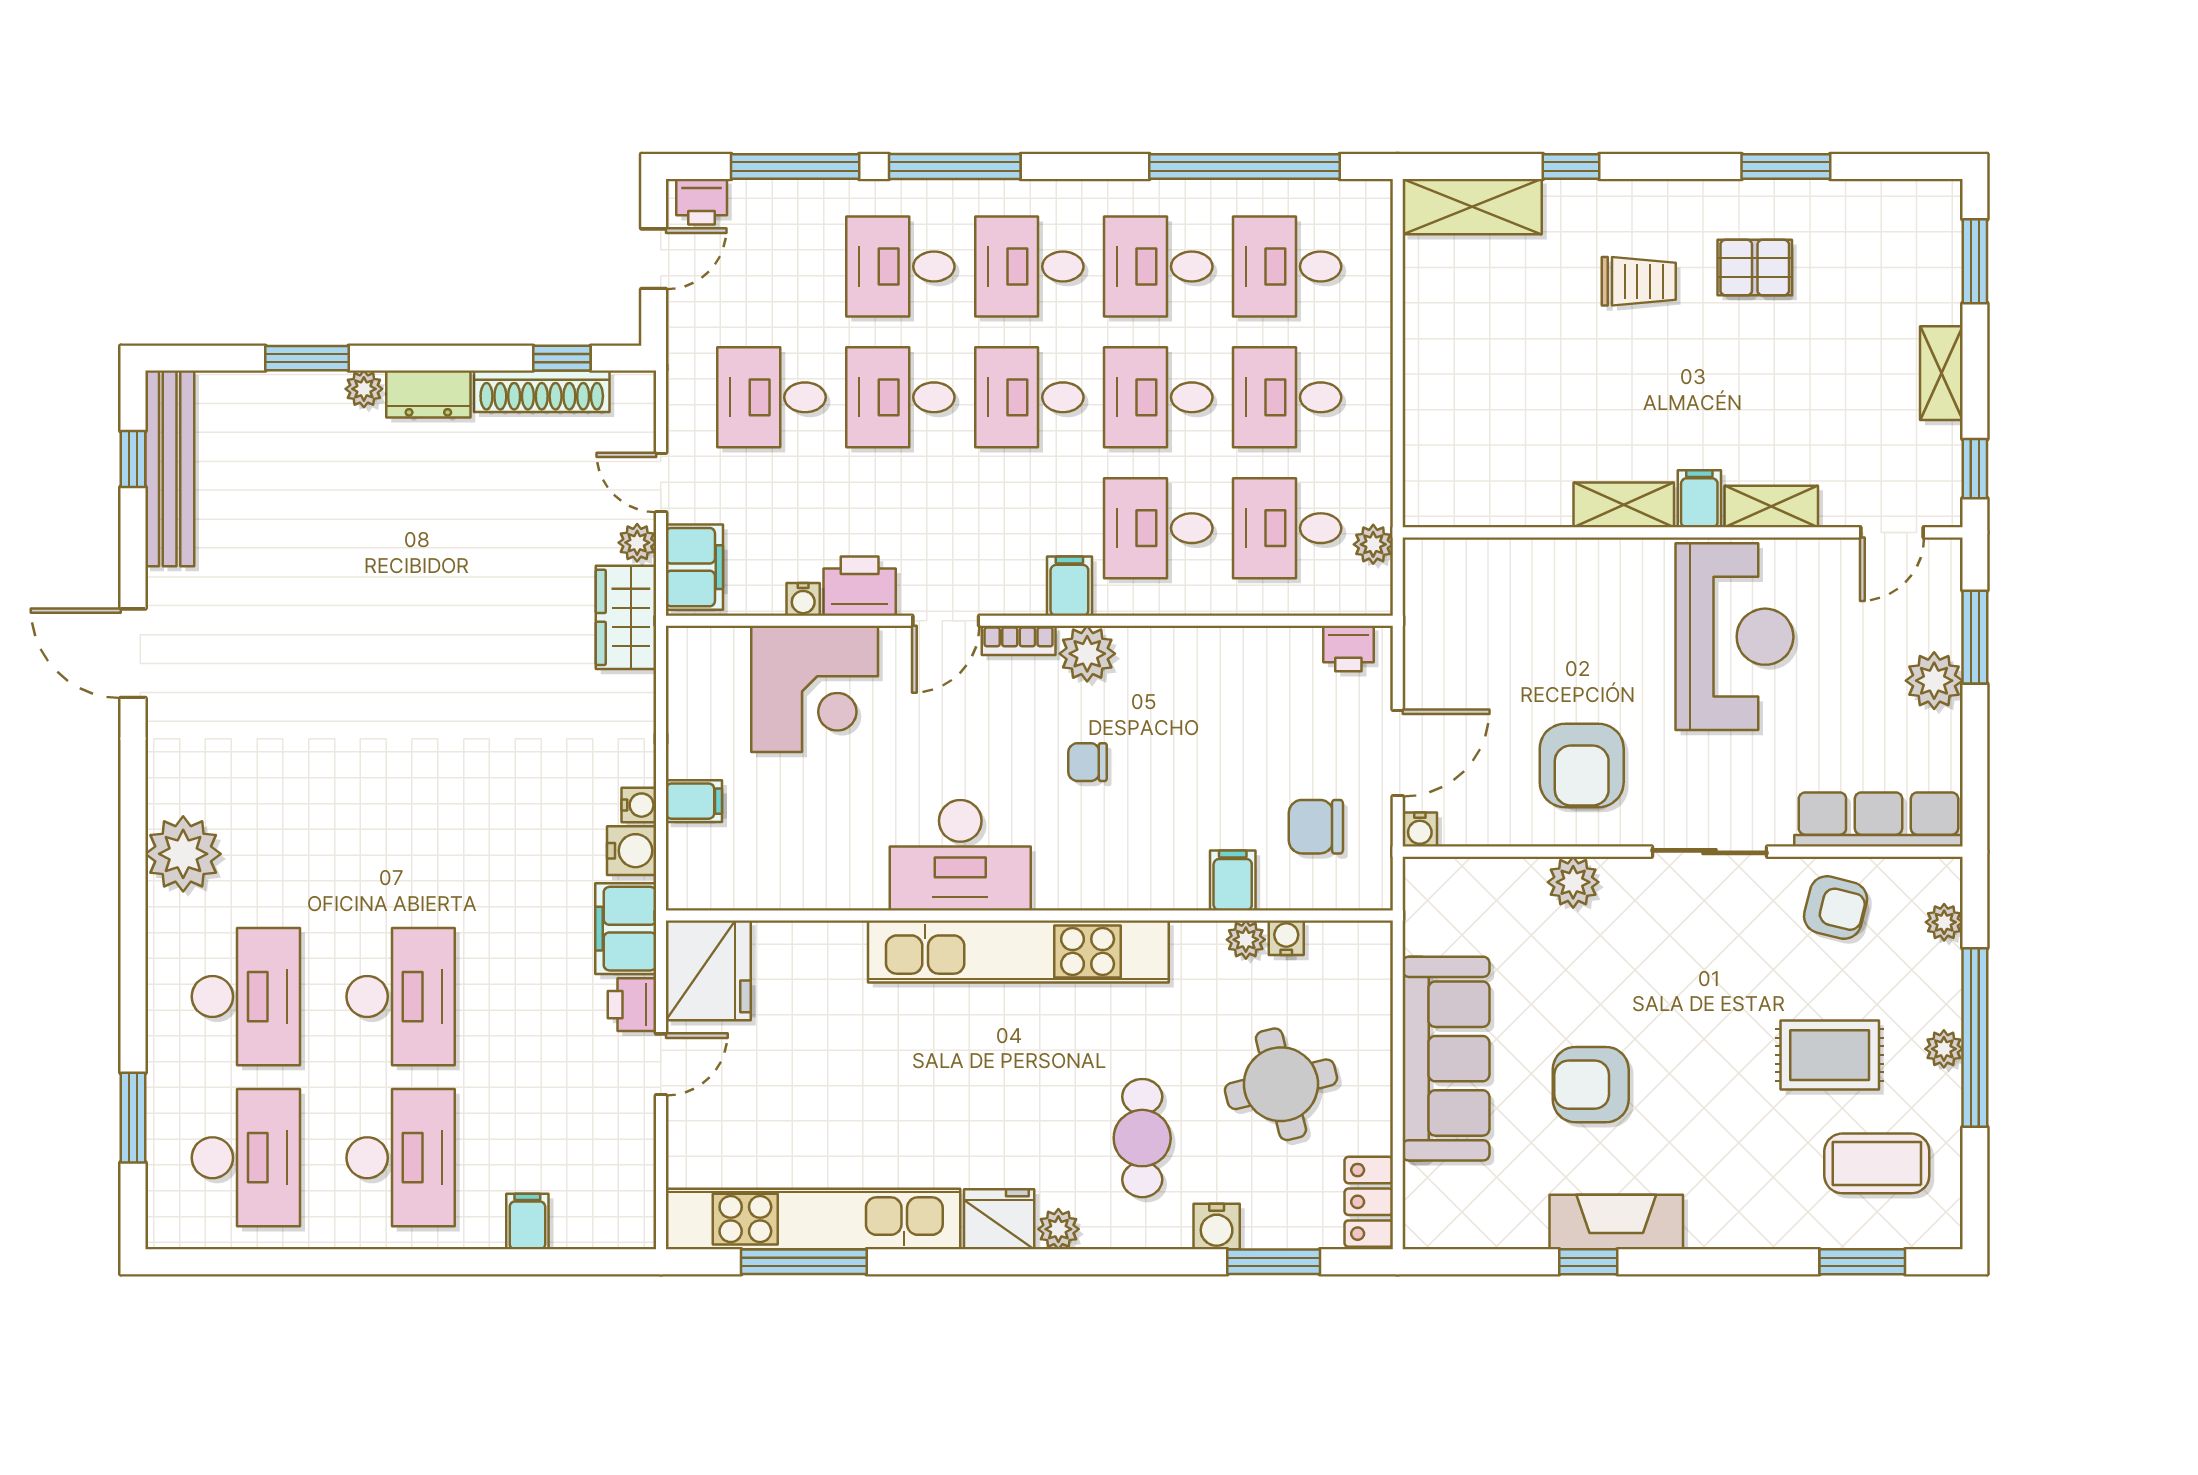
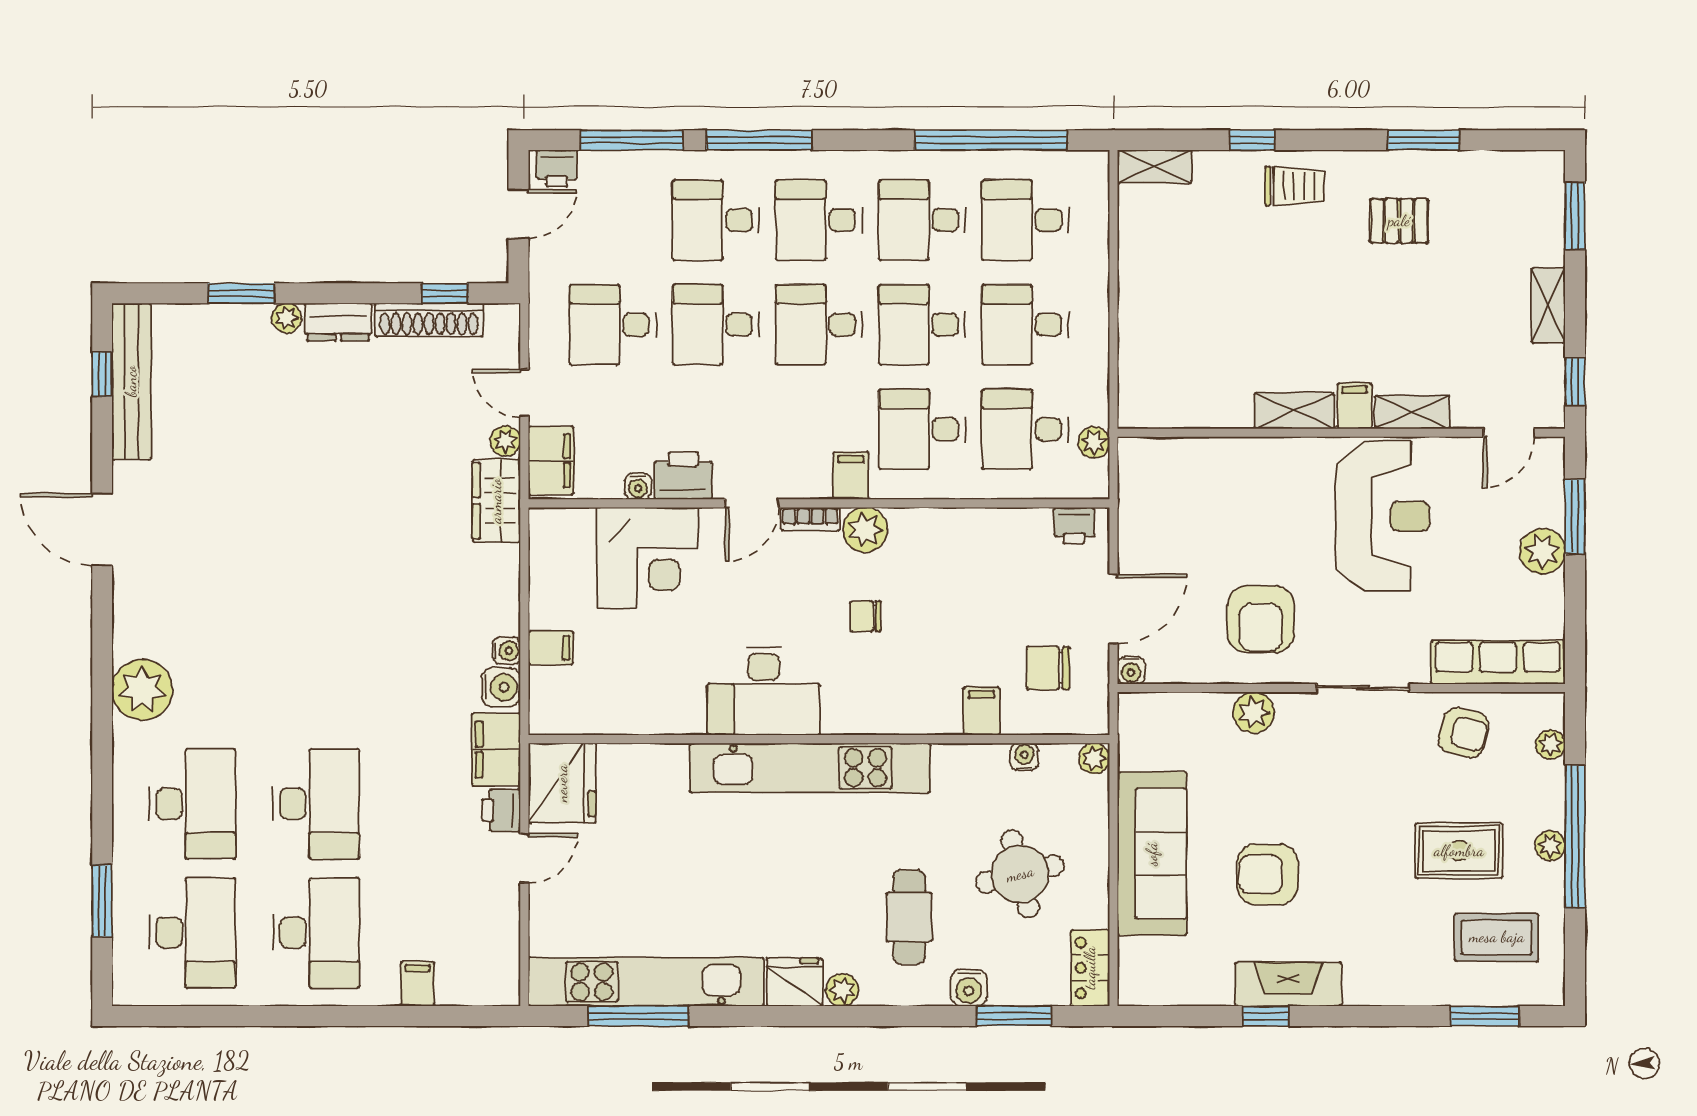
shelving: (1472, 207) -> (1154, 167), width x0.67, depth x0.75
trolley: (1639, 281) -> (1295, 186), moved
plant: (1246, 940) -> (1094, 758), moved

